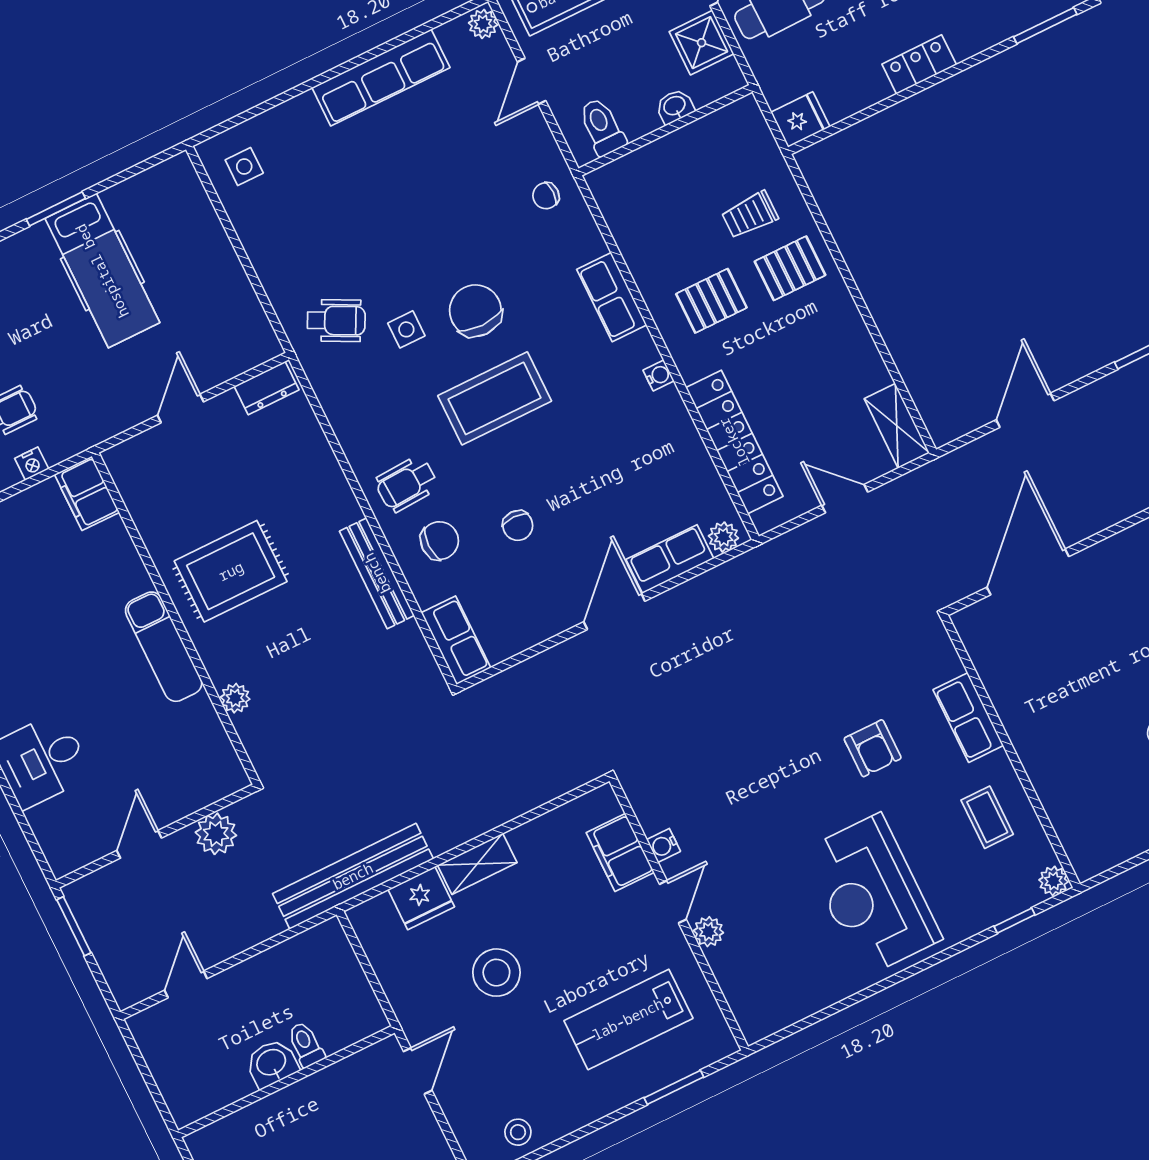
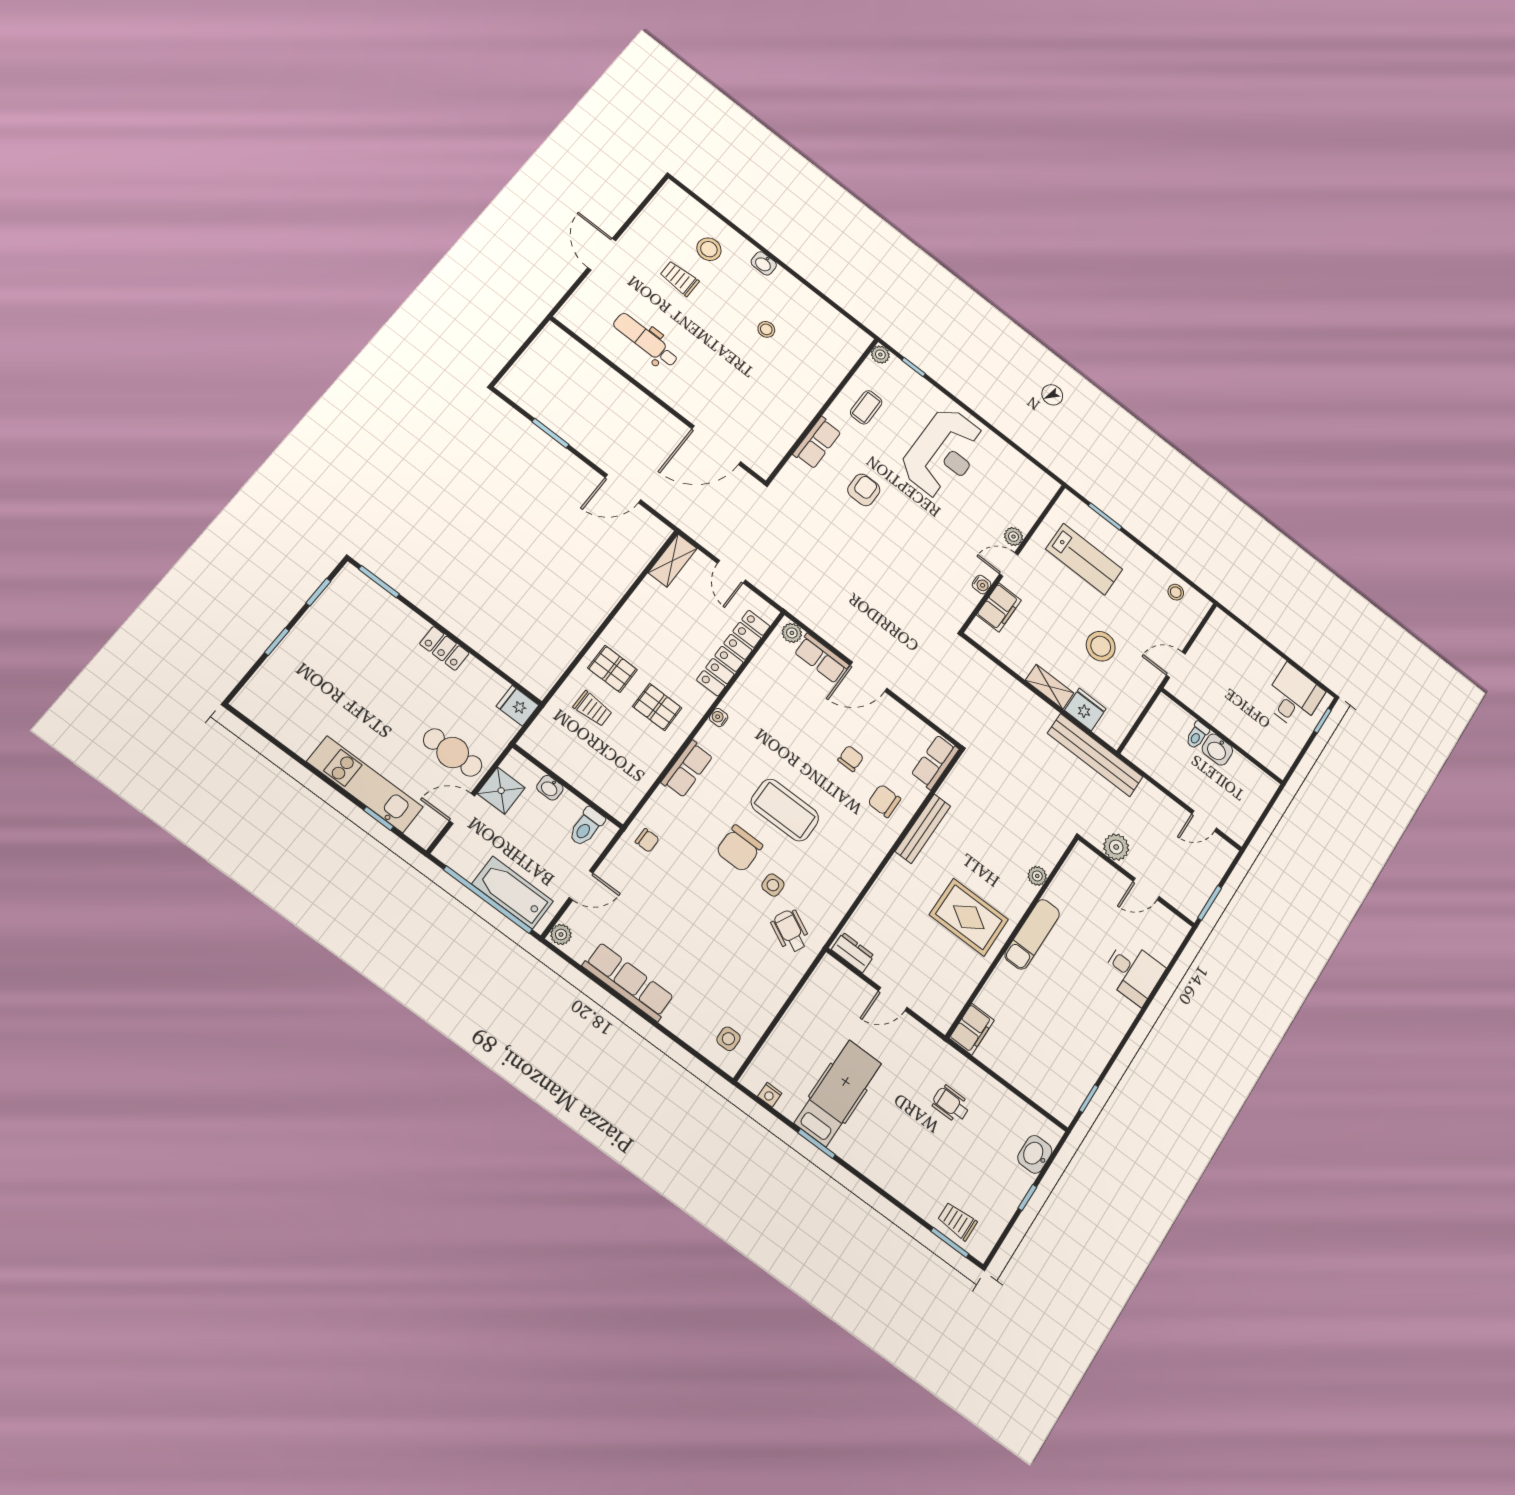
nightstand: (32, 464) -> (770, 1095), moved, turned 180
wheelchair: (406, 484) -> (863, 838), removed

